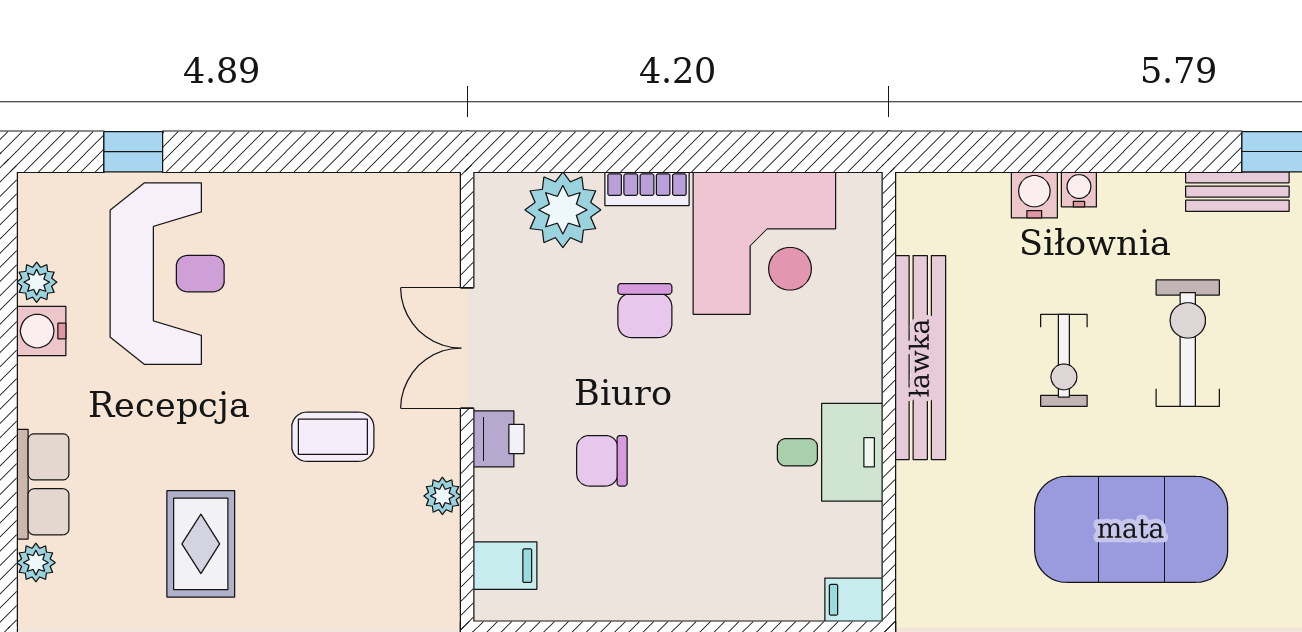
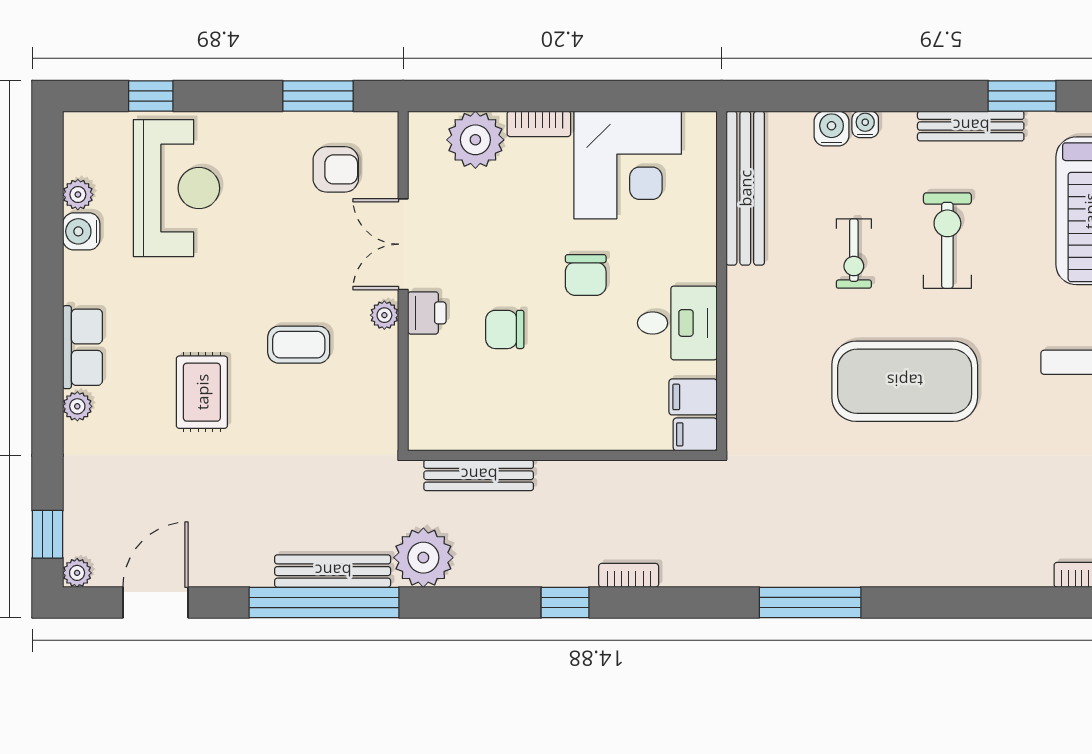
window: (354, 152) -> (318, 96), added
bench: (1237, 192) -> (971, 126), width x1.36
armchair: (378, 249) -> (336, 169), added
chair: (645, 311) -> (586, 275), moved
bench: (920, 358) -> (745, 188), moved
coffee table: (333, 437) -> (299, 345), moved
plant: (442, 496) -> (384, 315), moved
filing cabinet: (505, 566) -> (693, 397), moved, turned 180

